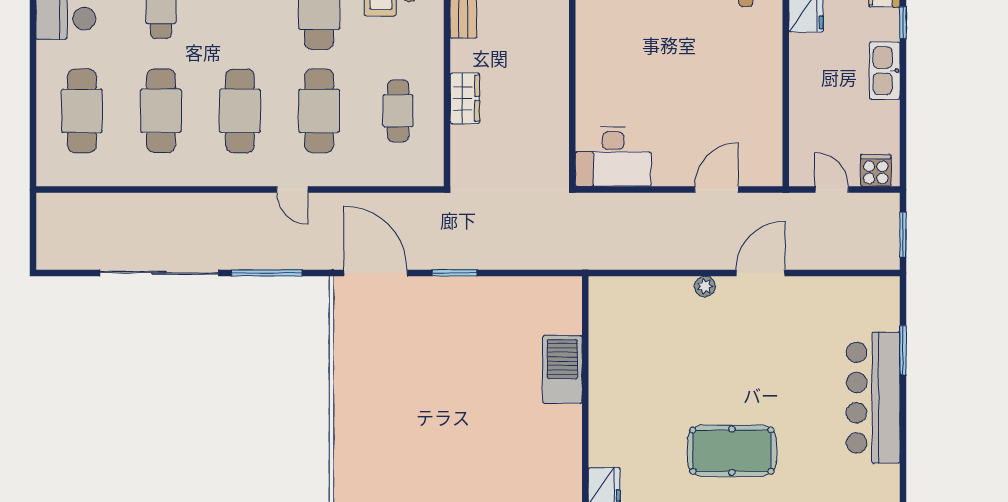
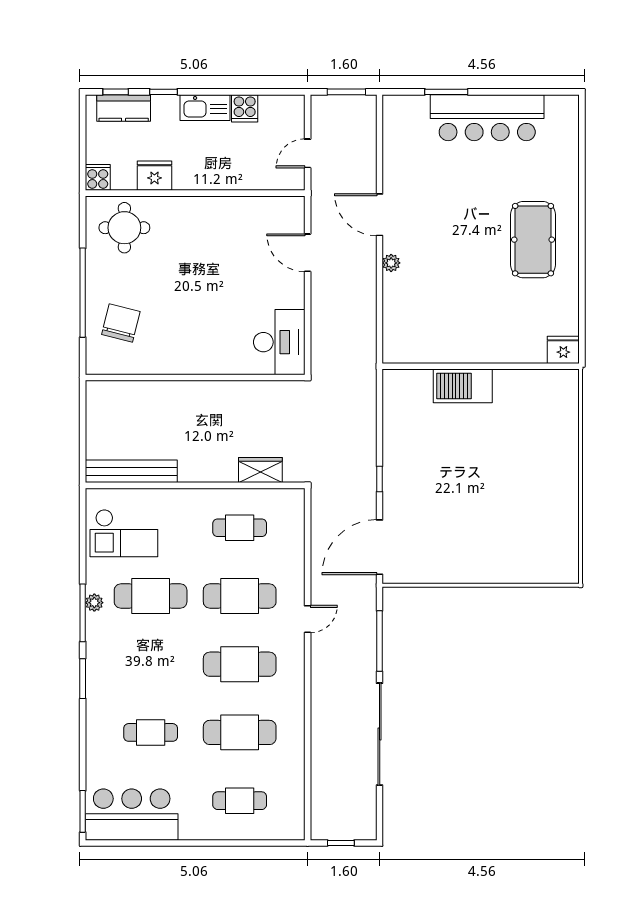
wardrobe: (465, 98) -> (260, 470), moved
cafe table: (82, 111) -> (240, 801), width x0.73, depth x0.74
cooker: (876, 170) -> (245, 108), moved, turned -90
window: (33, 228) -> (341, 843), added
window: (455, 273) -> (380, 479), width x0.67

